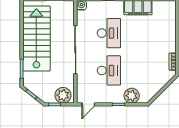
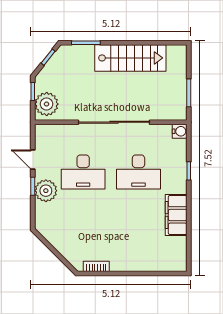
stairs: (36, 39) -> (130, 58), width x0.73, depth x0.66
plant: (132, 96) -> (46, 191), moved
door: (88, 104) -> (33, 159), moved

